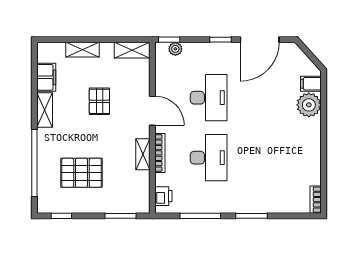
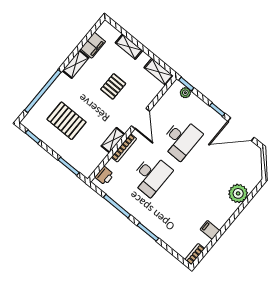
filing cabinet: (311, 84) -> (210, 230), moved

